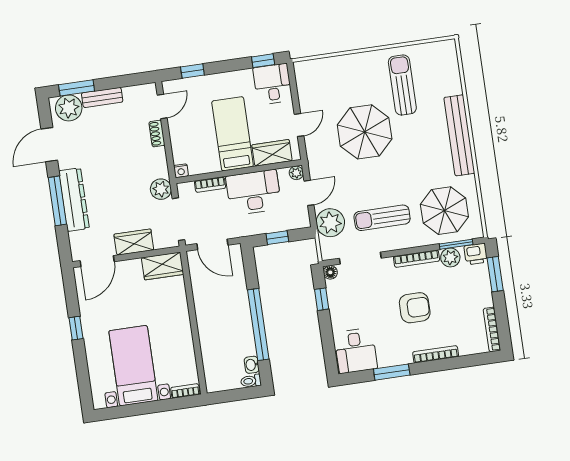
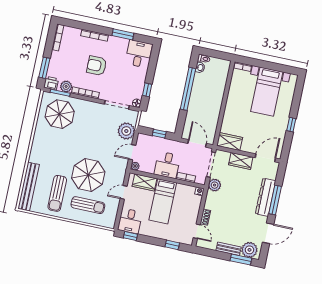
door: (162, 106) -> (197, 231), swing flipped
bench: (459, 135) -> (29, 187), moved
desk: (254, 192) -> (167, 165), width x0.73
sun lounger: (382, 218) -> (88, 205), moved

